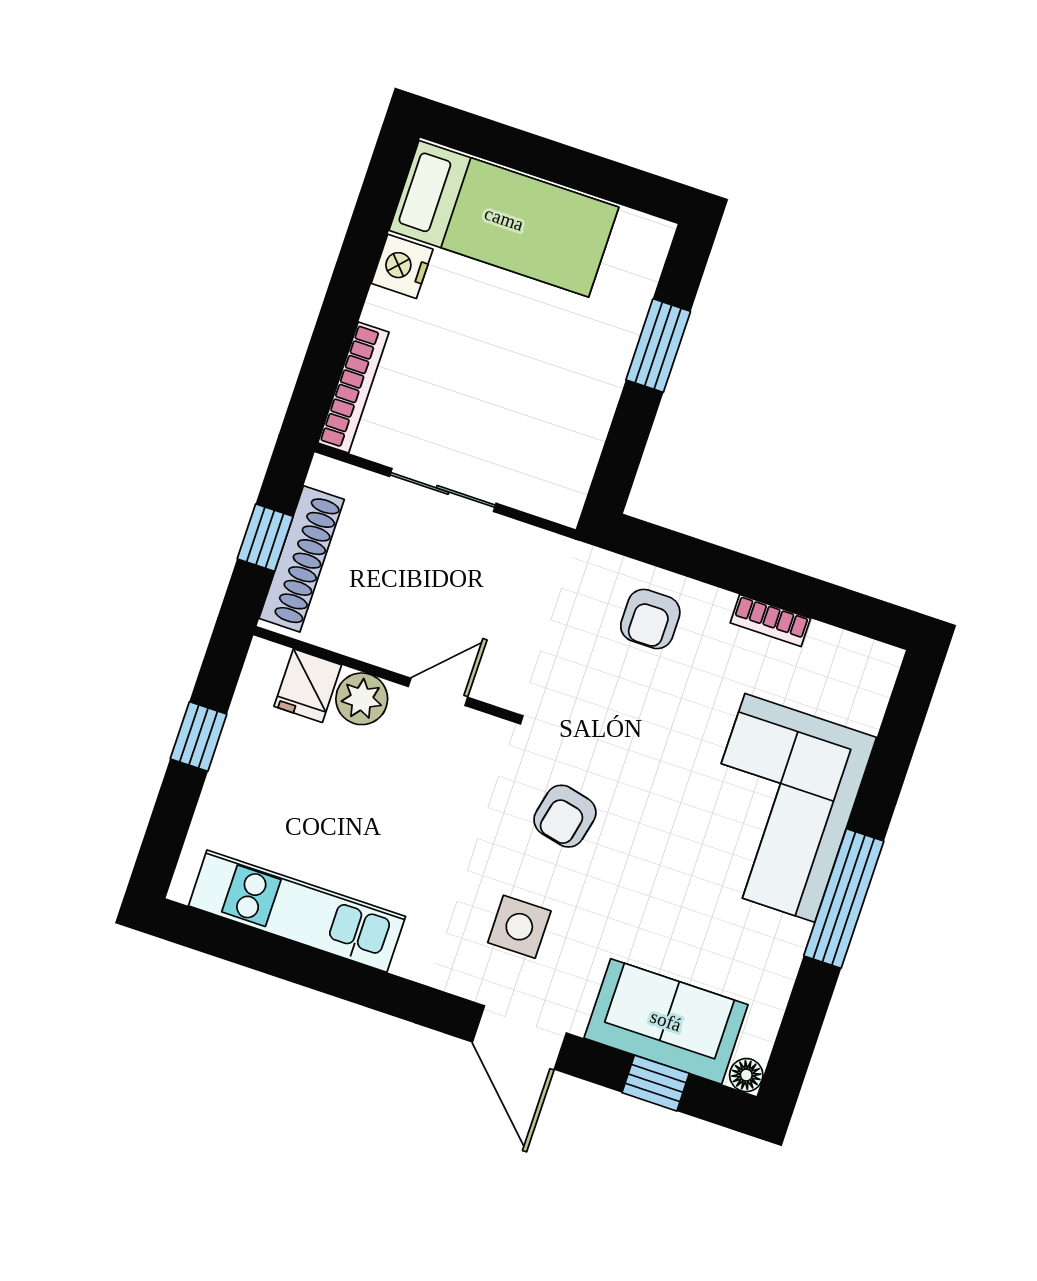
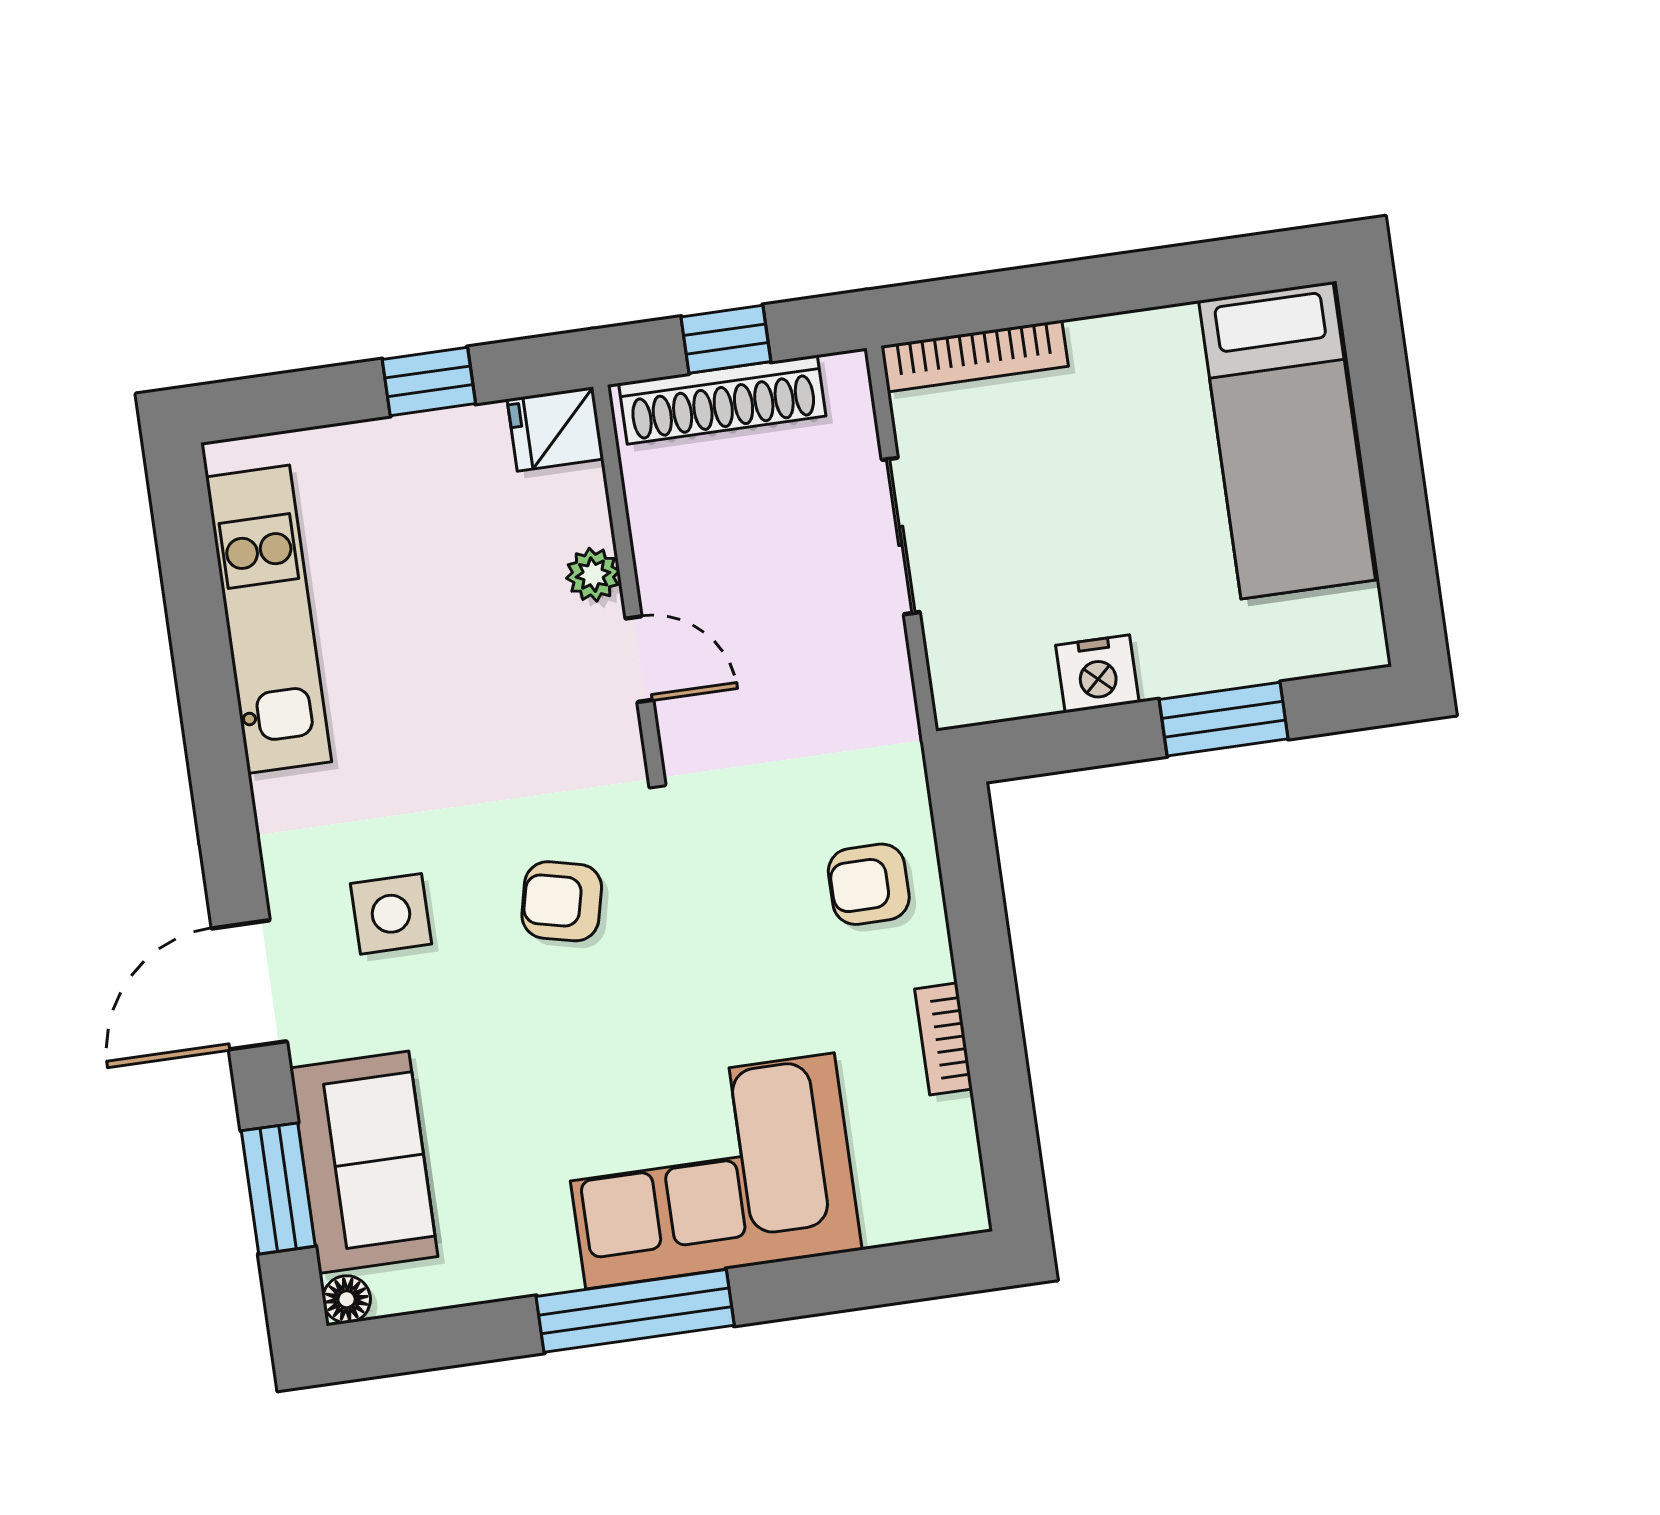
nightstand: (402, 266) -> (1097, 674), moved, turned 180
fridge: (308, 686) -> (555, 429), moved
plant: (362, 699) -> (593, 575), width x0.73, depth x0.73
window: (656, 1083) -> (278, 1188), width x1.50

